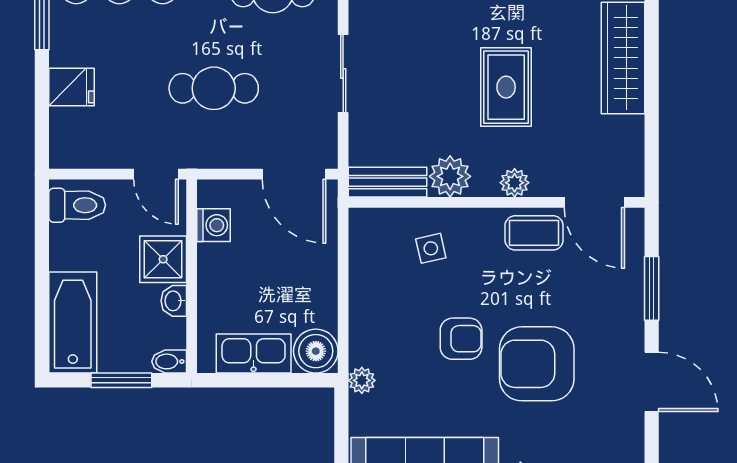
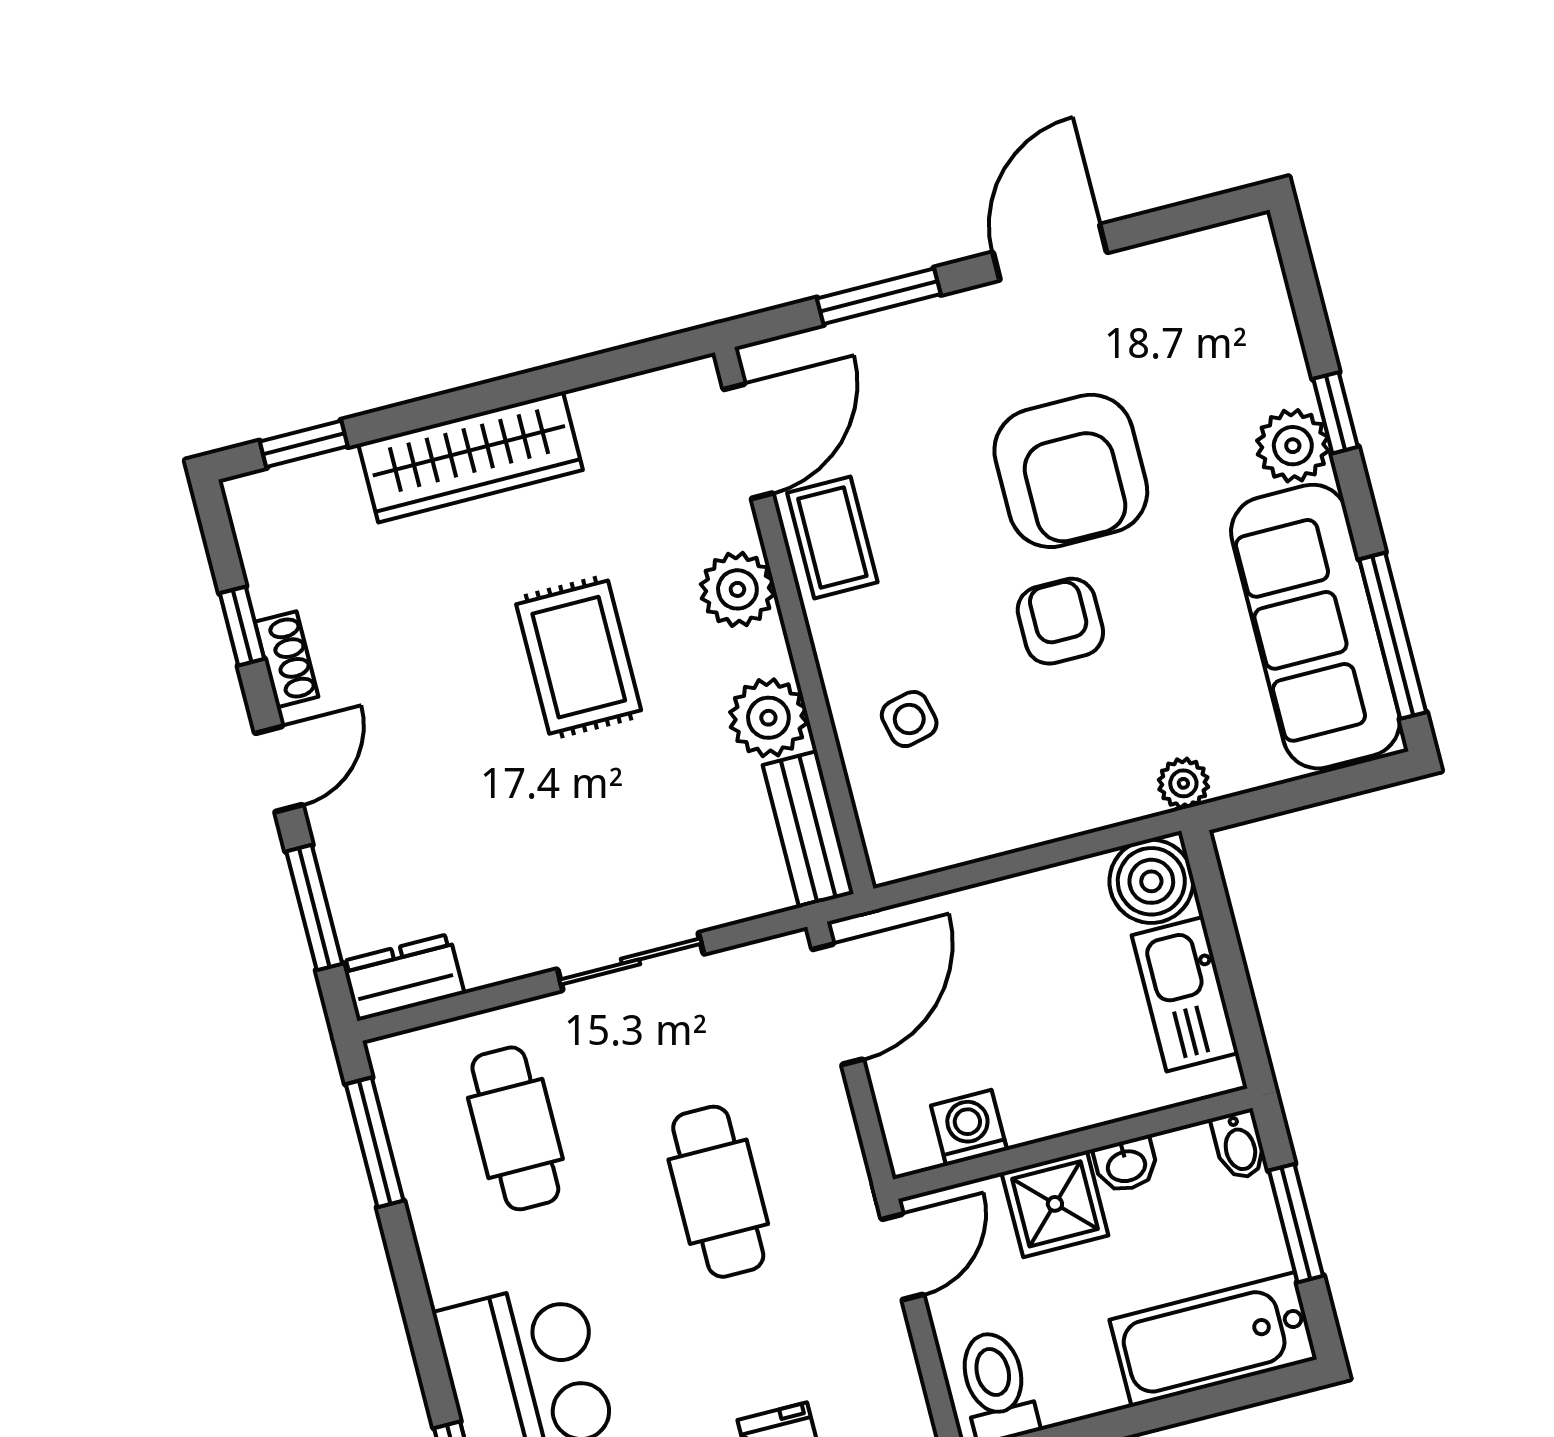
rug: (506, 87) -> (579, 657), turned 90
plant: (515, 183) -> (737, 589), width x1.38, depth x1.38

